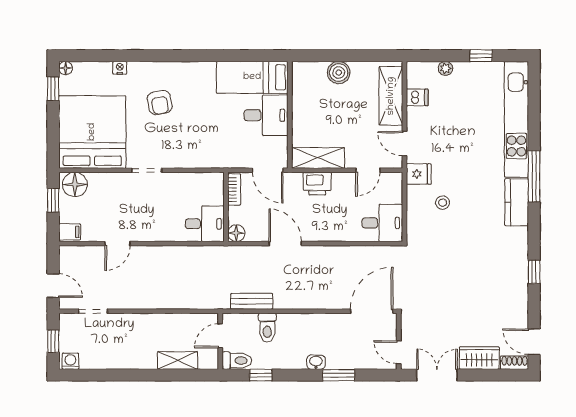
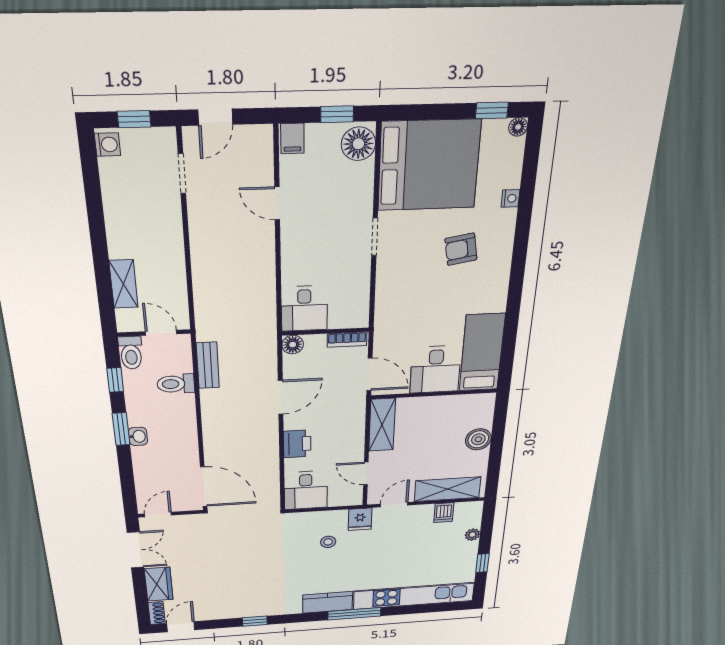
door: (268, 170) -> (369, 374), swing flipped
printer: (317, 184) -> (297, 444), moved, turned 180
window: (339, 375) -> (121, 429), moved

